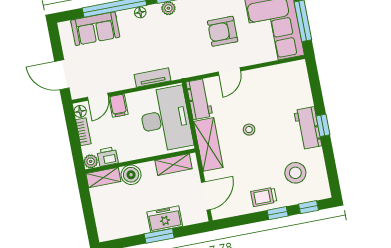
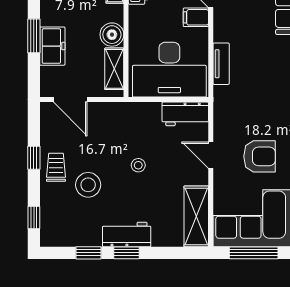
armchair: (223, 31) -> (260, 156), turned 90
shelving: (208, 144) -> (196, 216), moved, turned 90
window: (329, 157) -> (88, 253), added
stool: (295, 173) -> (88, 185), moved
boiler: (131, 175) -> (112, 35), moved
window: (278, 213) -> (34, 158), moved

